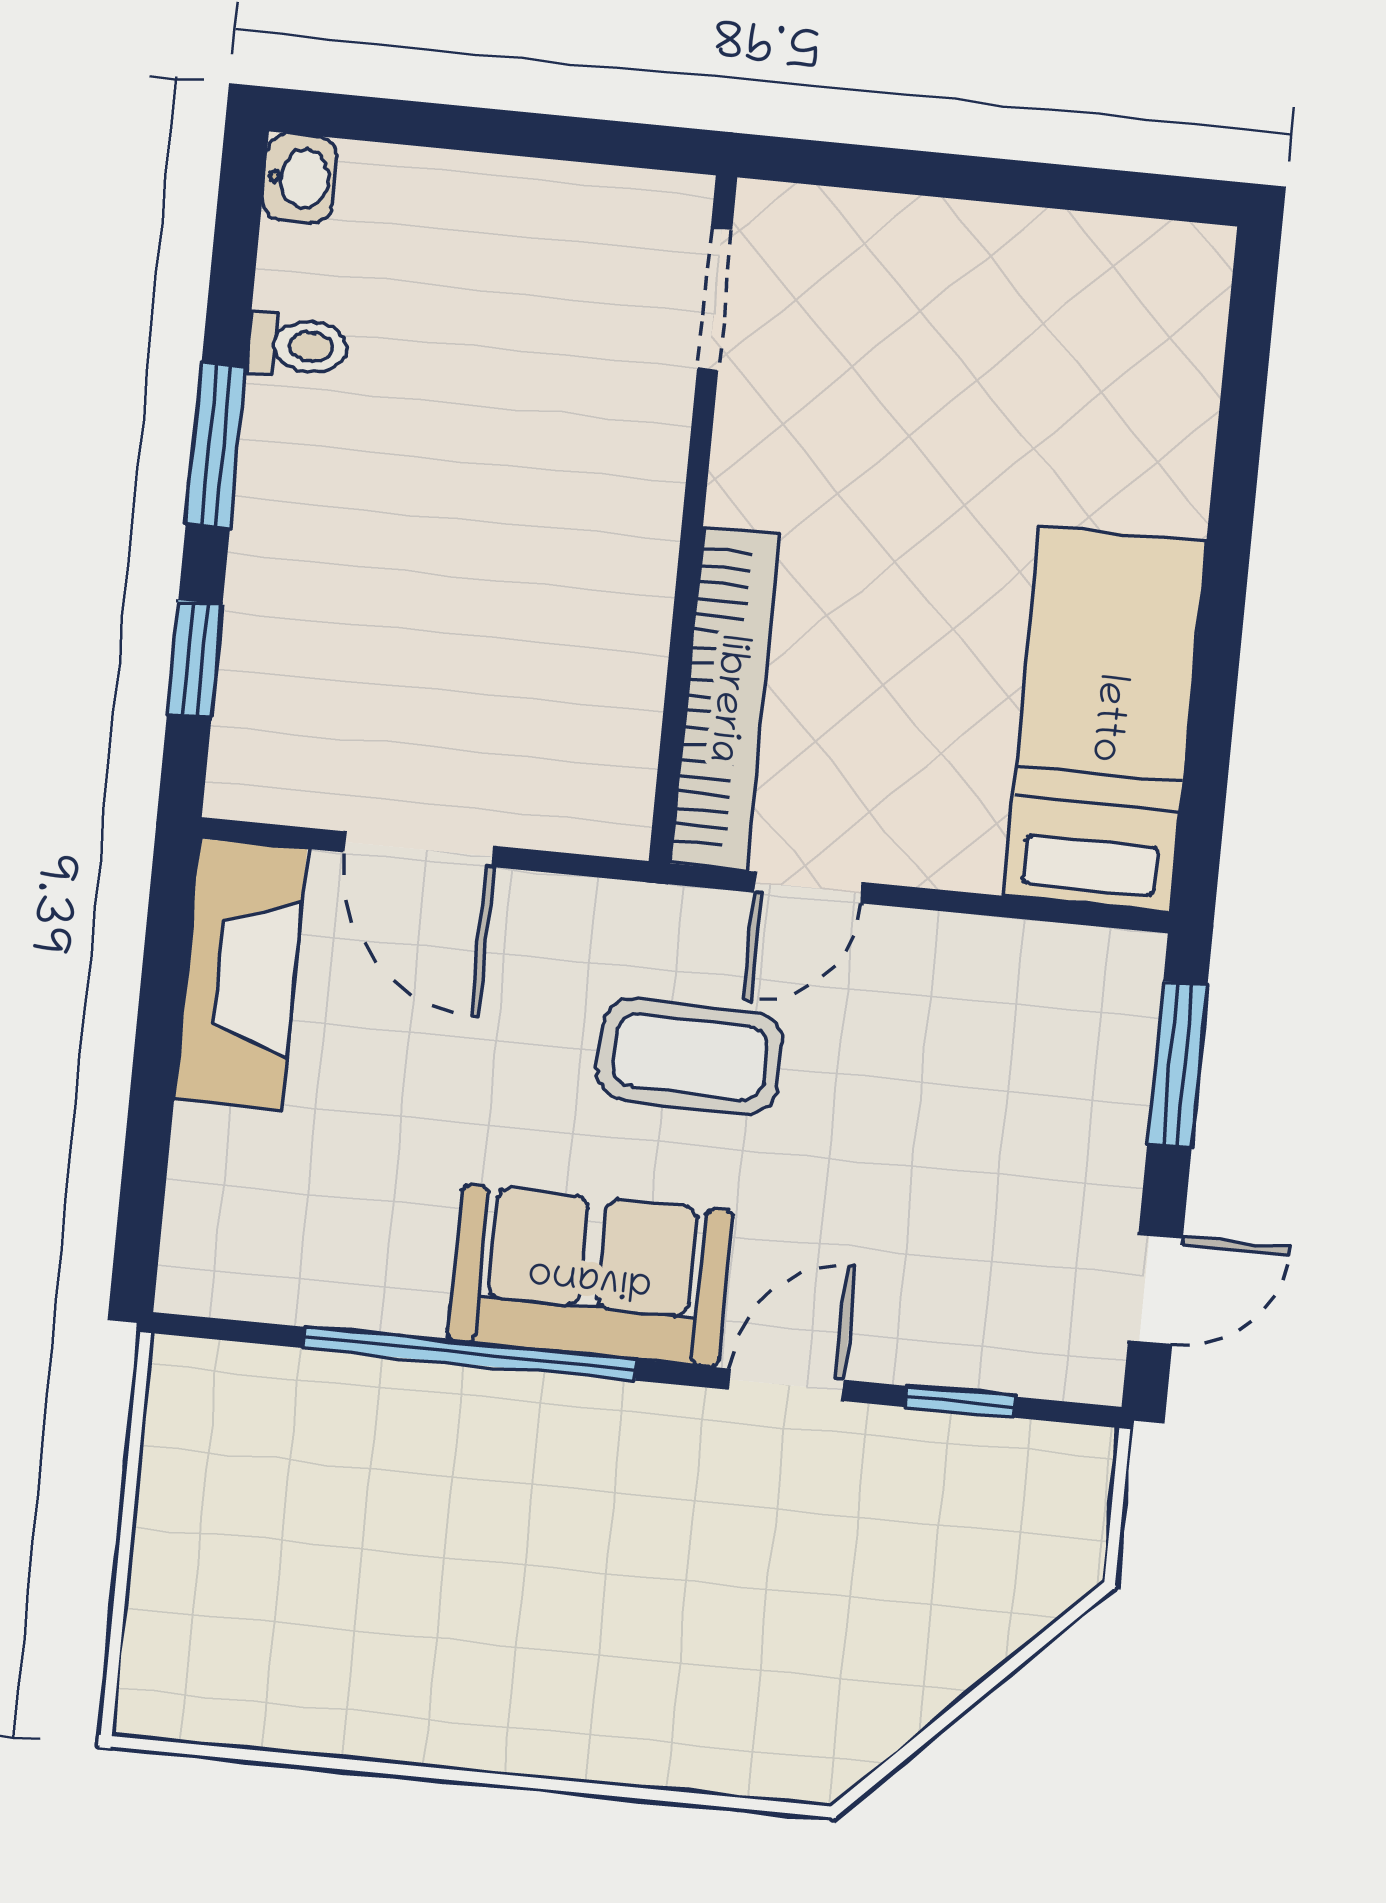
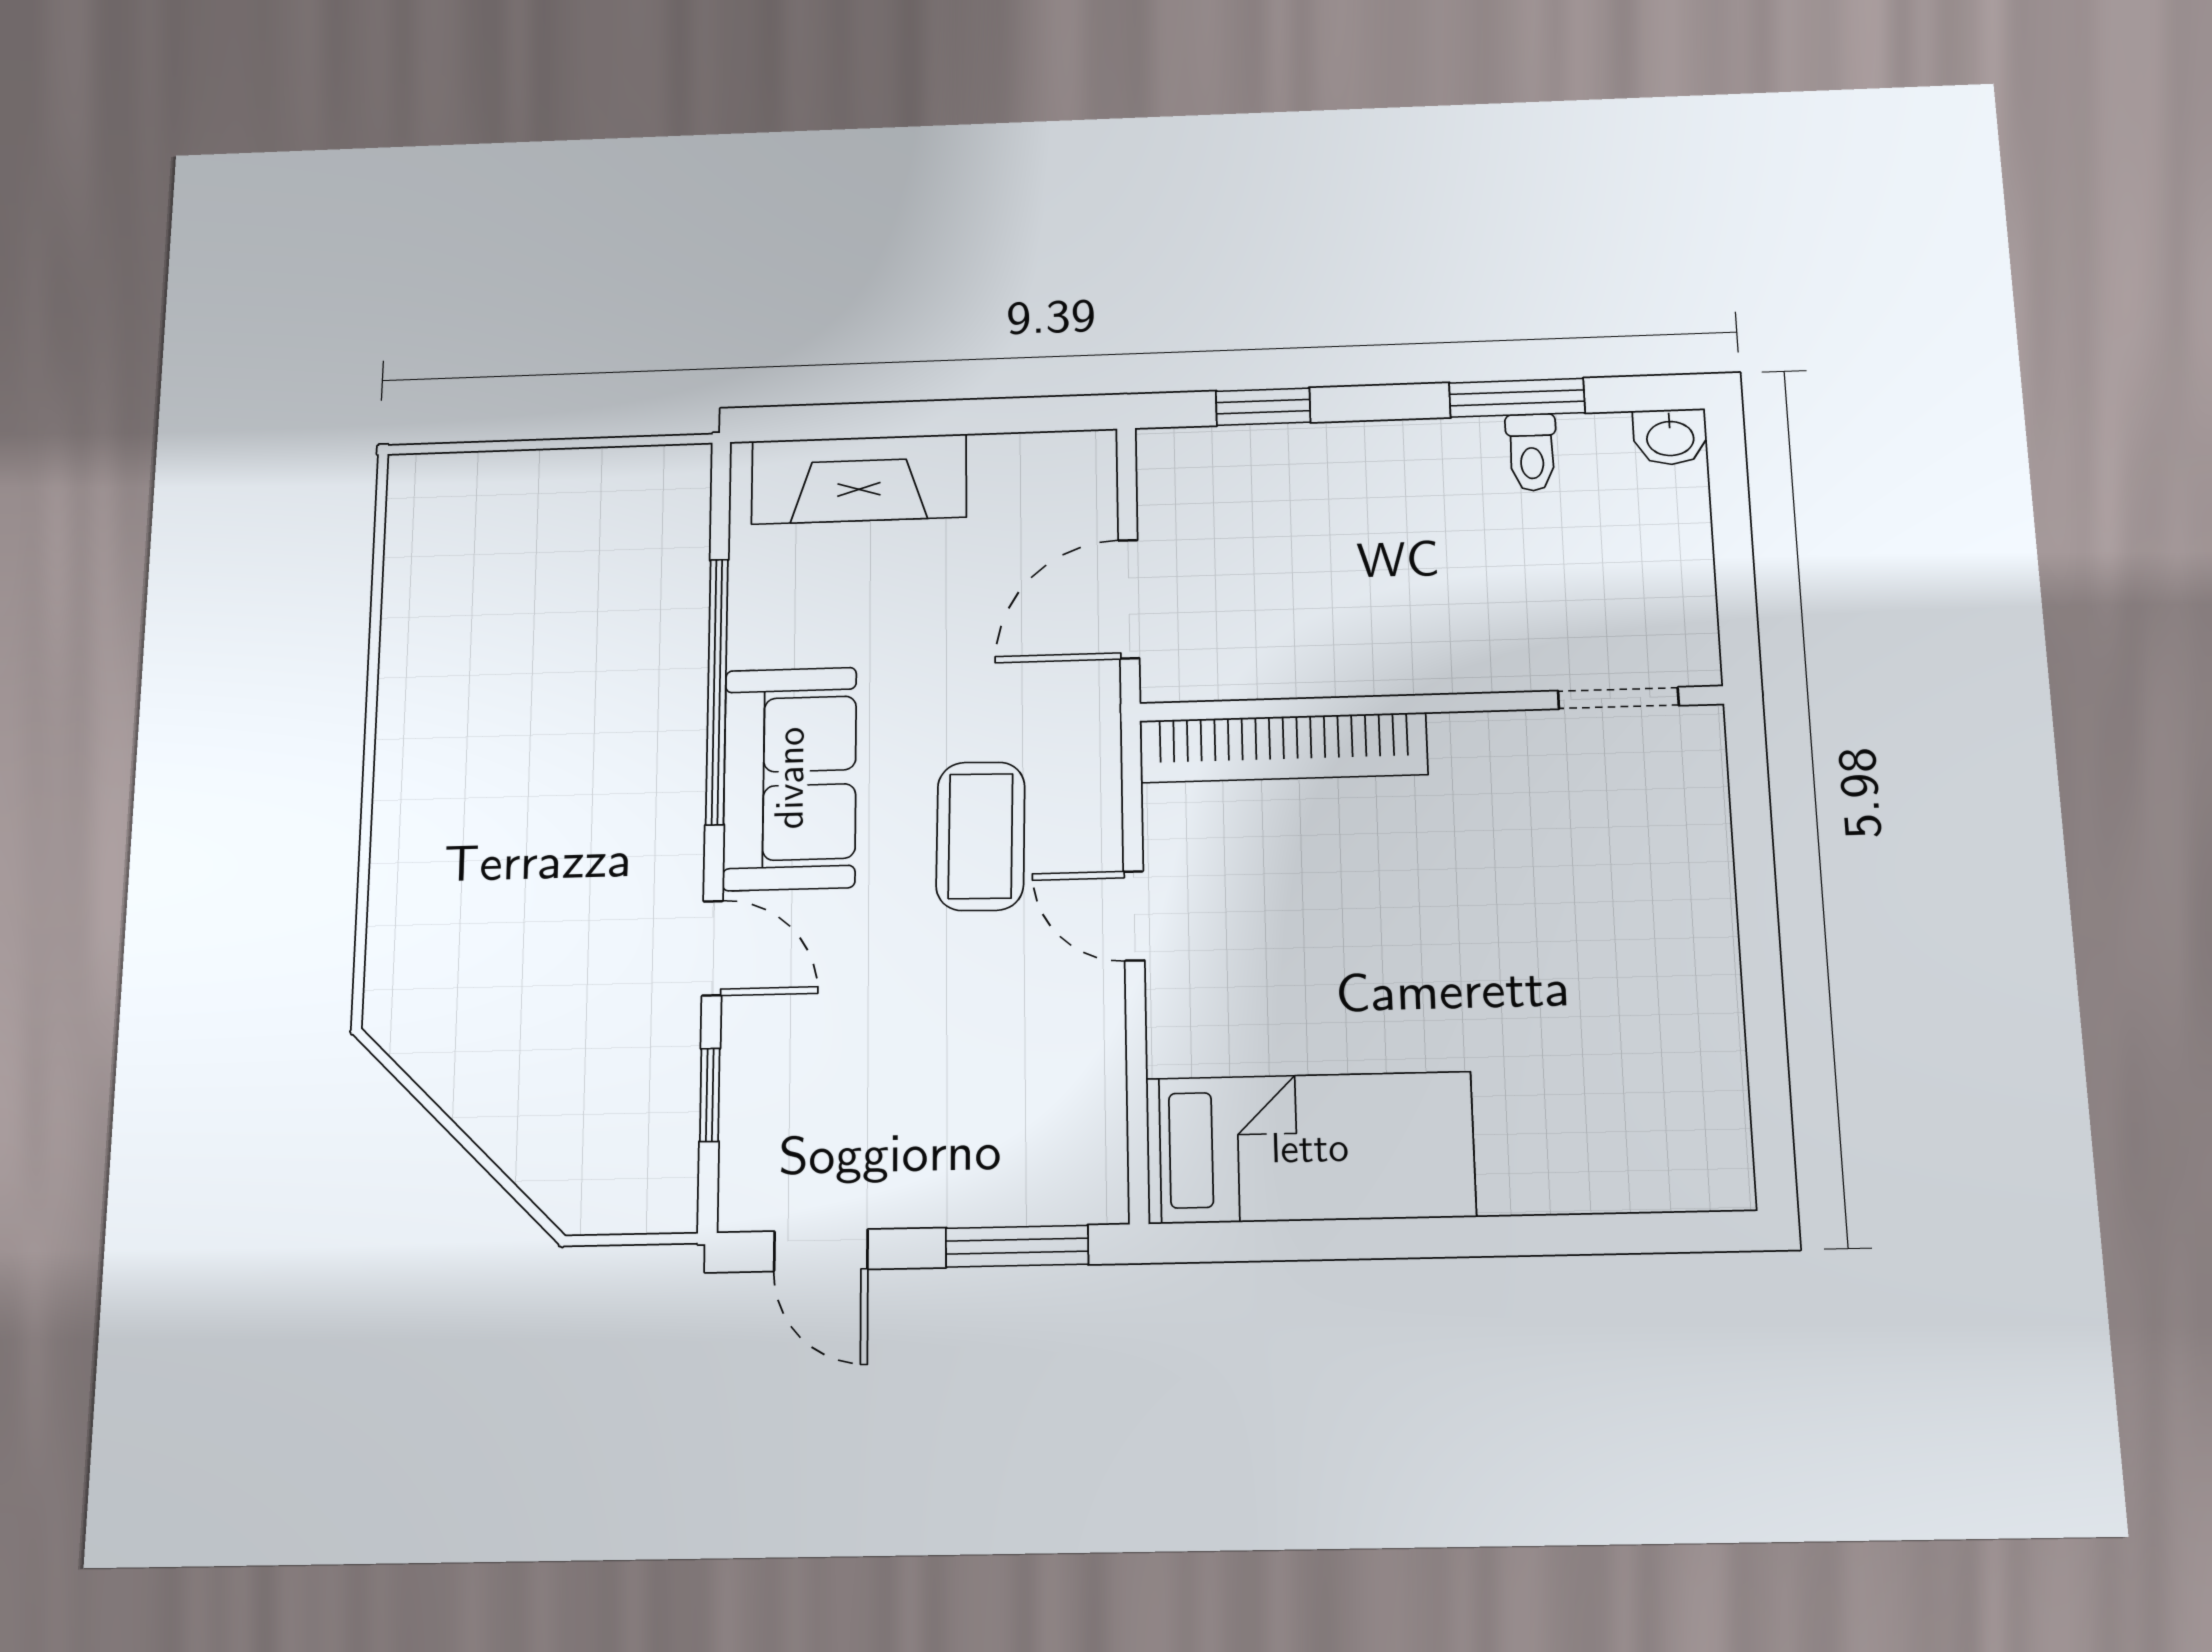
doorway: (715, 299) -> (1618, 698), moved
window: (216, 445) -> (1517, 398), moved
wall: (693, 519) -> (1430, 704), moved
bookcase: (725, 698) -> (1284, 748), moved
fireplace: (241, 975) -> (859, 479), moved

